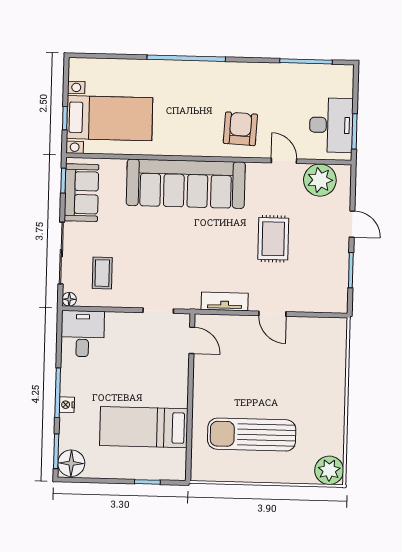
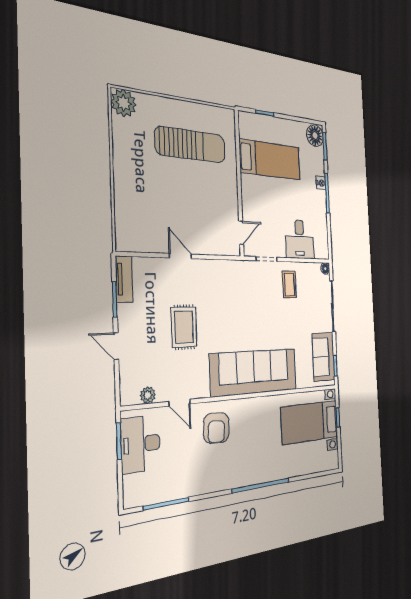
plant: (320, 180) -> (148, 395), width x0.53, depth x0.53
coffee table: (102, 273) -> (289, 284), moved
tv unit: (225, 301) -> (124, 279), moved, turned -90
desk: (83, 334) -> (300, 239), moved
door: (192, 340) -> (241, 233), swing flipped

